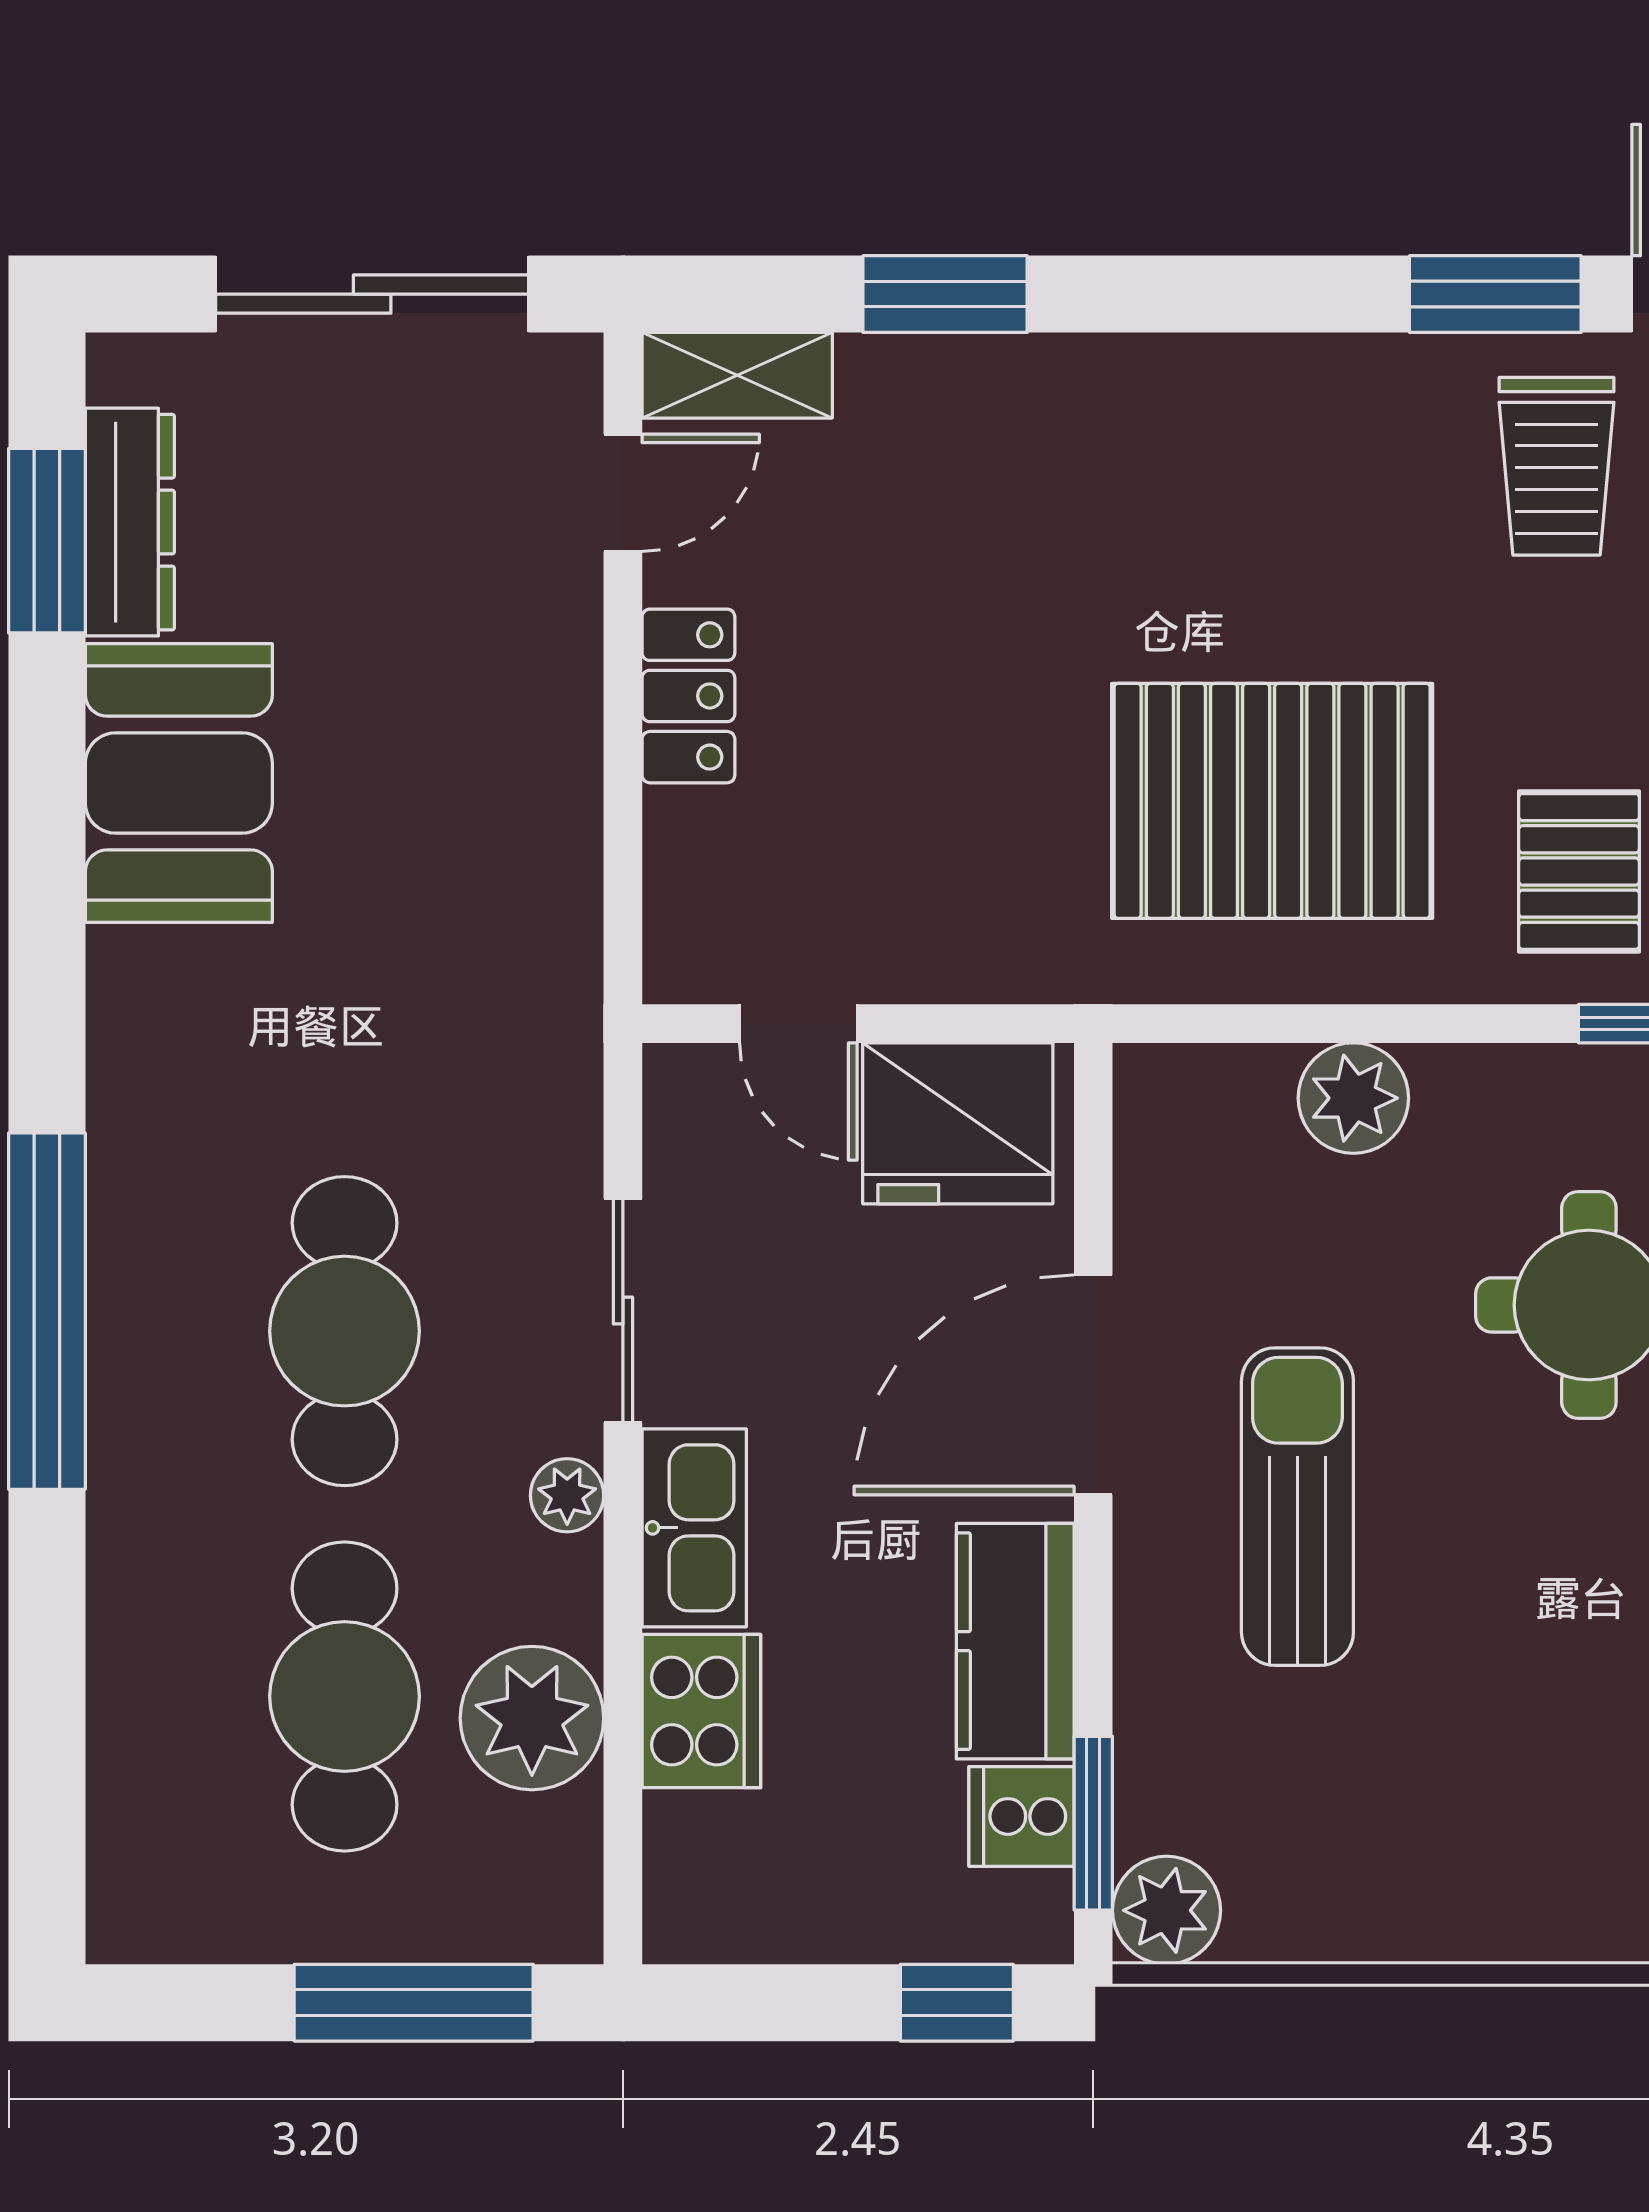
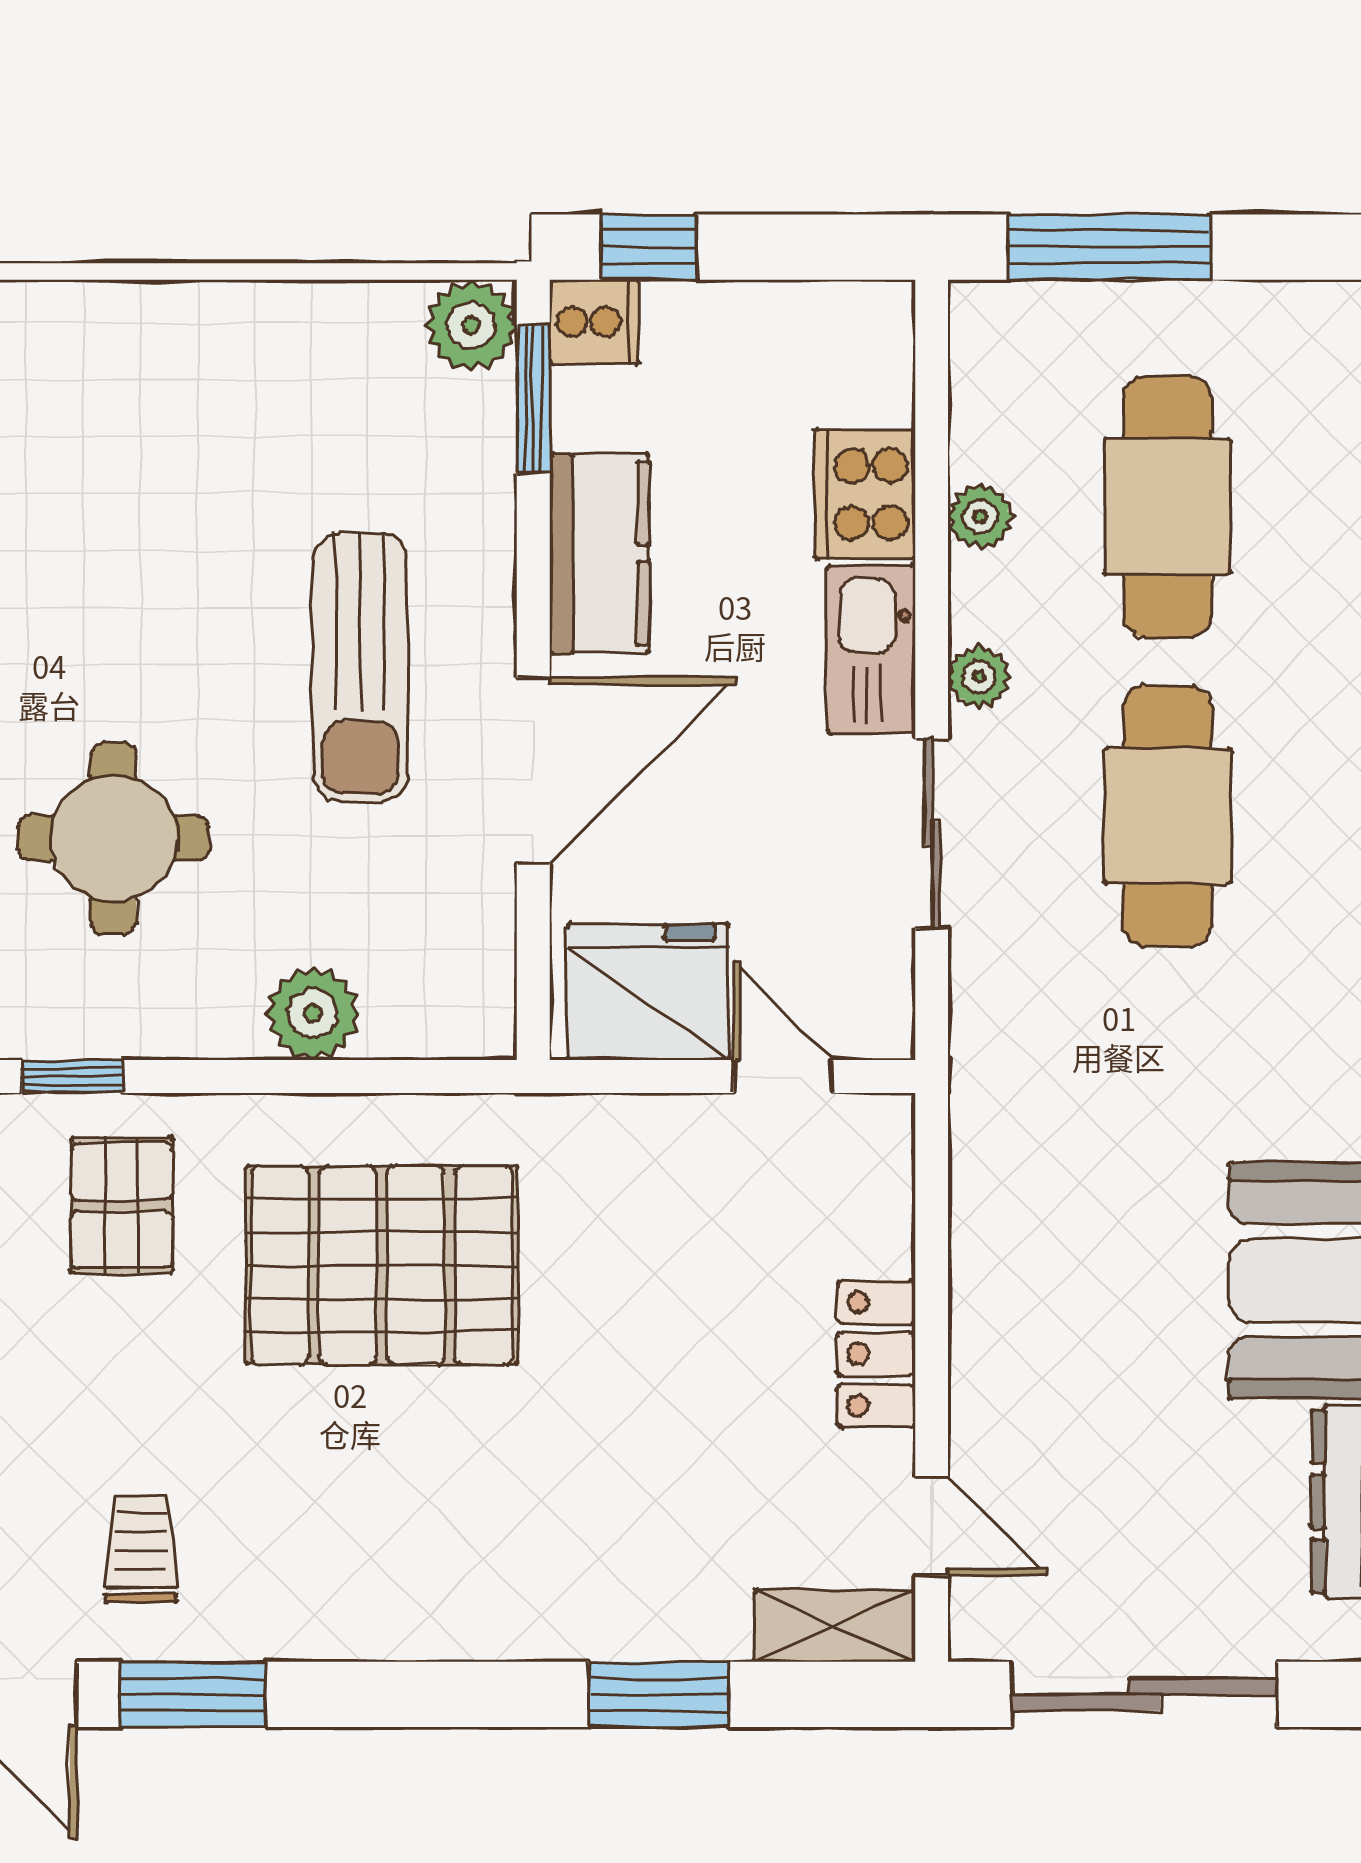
trolley: (1556, 466) -> (141, 1549), width x0.73, depth x0.72
door: (623, 493) -> (932, 1526), swing flipped
plant: (532, 1718) -> (980, 517), width x0.53, depth x0.53
cooker: (1021, 1816) -> (594, 322), moved

